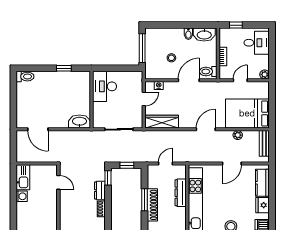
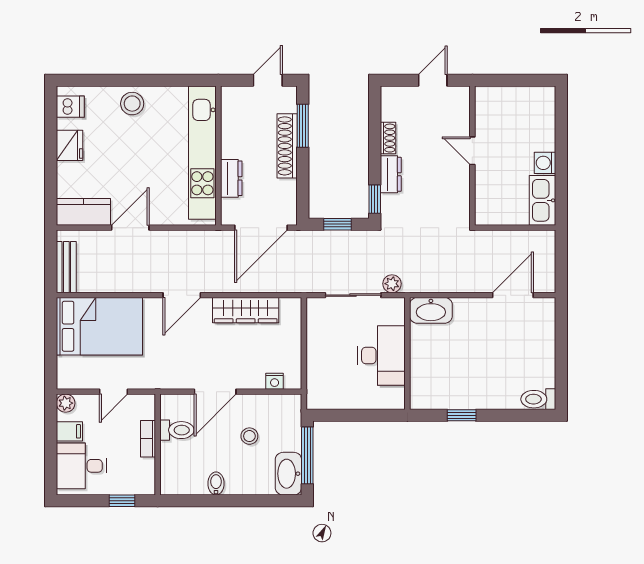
washbasin: (204, 35) -> (288, 474), moved, turned -90
filing cabinet: (263, 60) -> (69, 431), added
toilet: (208, 71) -> (177, 430), moved
desk: (105, 86) -> (381, 355), moved
door: (144, 99) -> (304, 355), removed
wardrobe: (162, 122) -> (246, 310), moved
door: (38, 129) -> (513, 295), hinge flipped
plant: (238, 135) -> (392, 284), moved
door: (166, 164) -> (261, 228), width x1.88
door: (58, 182) -> (472, 151), moved
kitchen counter: (262, 183) -> (83, 212), moved, turned -90
dresser: (181, 193) -> (231, 178), width x0.70
window: (144, 200) -> (303, 126), moved

